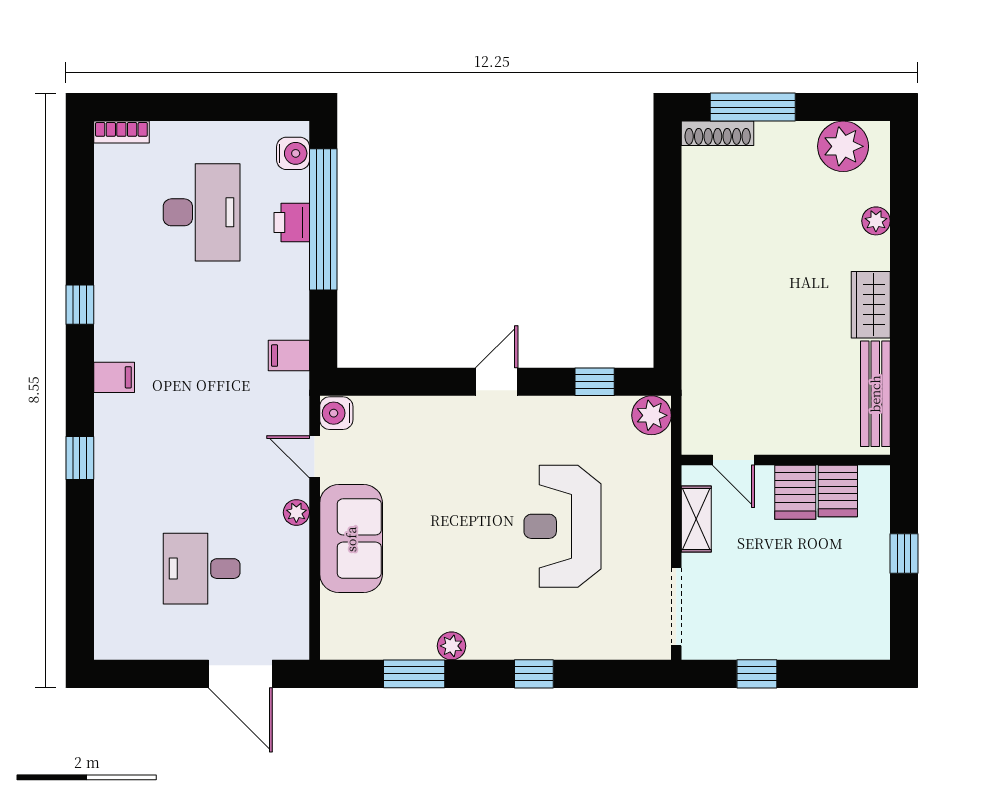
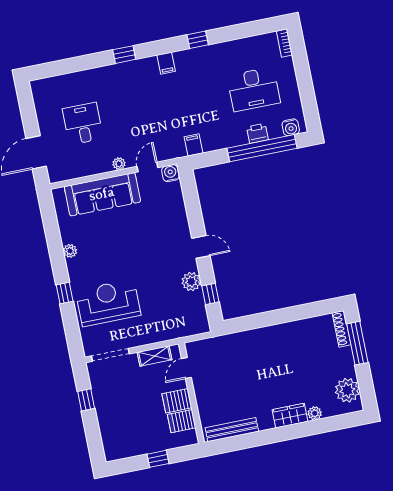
wardrobe: (871, 305) -> (290, 416), moved
plant: (651, 415) -> (191, 282), moved
reception desk: (562, 526) -> (108, 303), moved
sofa: (351, 539) -> (102, 194), width x1.36
window: (414, 674) -> (53, 236), removed

